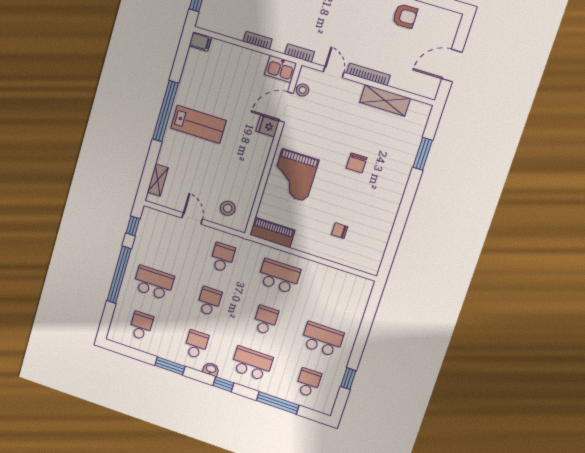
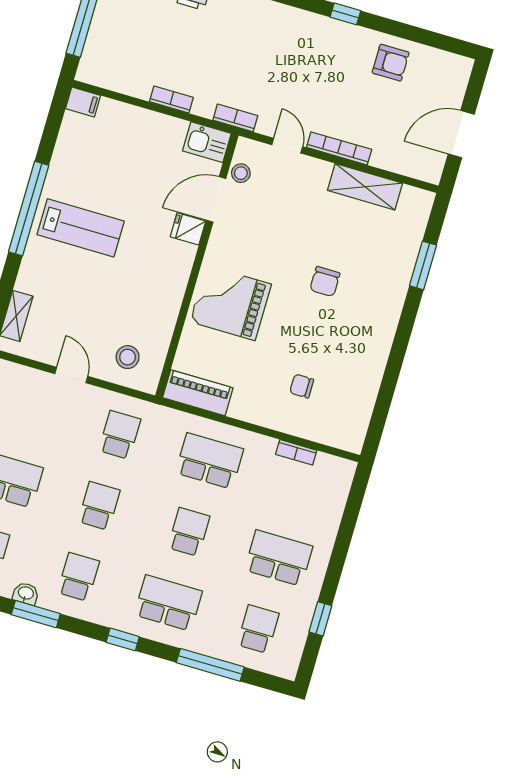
grand piano: (294, 175) -> (231, 303), turned 90
bookcase: (335, 273) -> (296, 452), added
washbasin: (211, 369) -> (26, 593), moved

